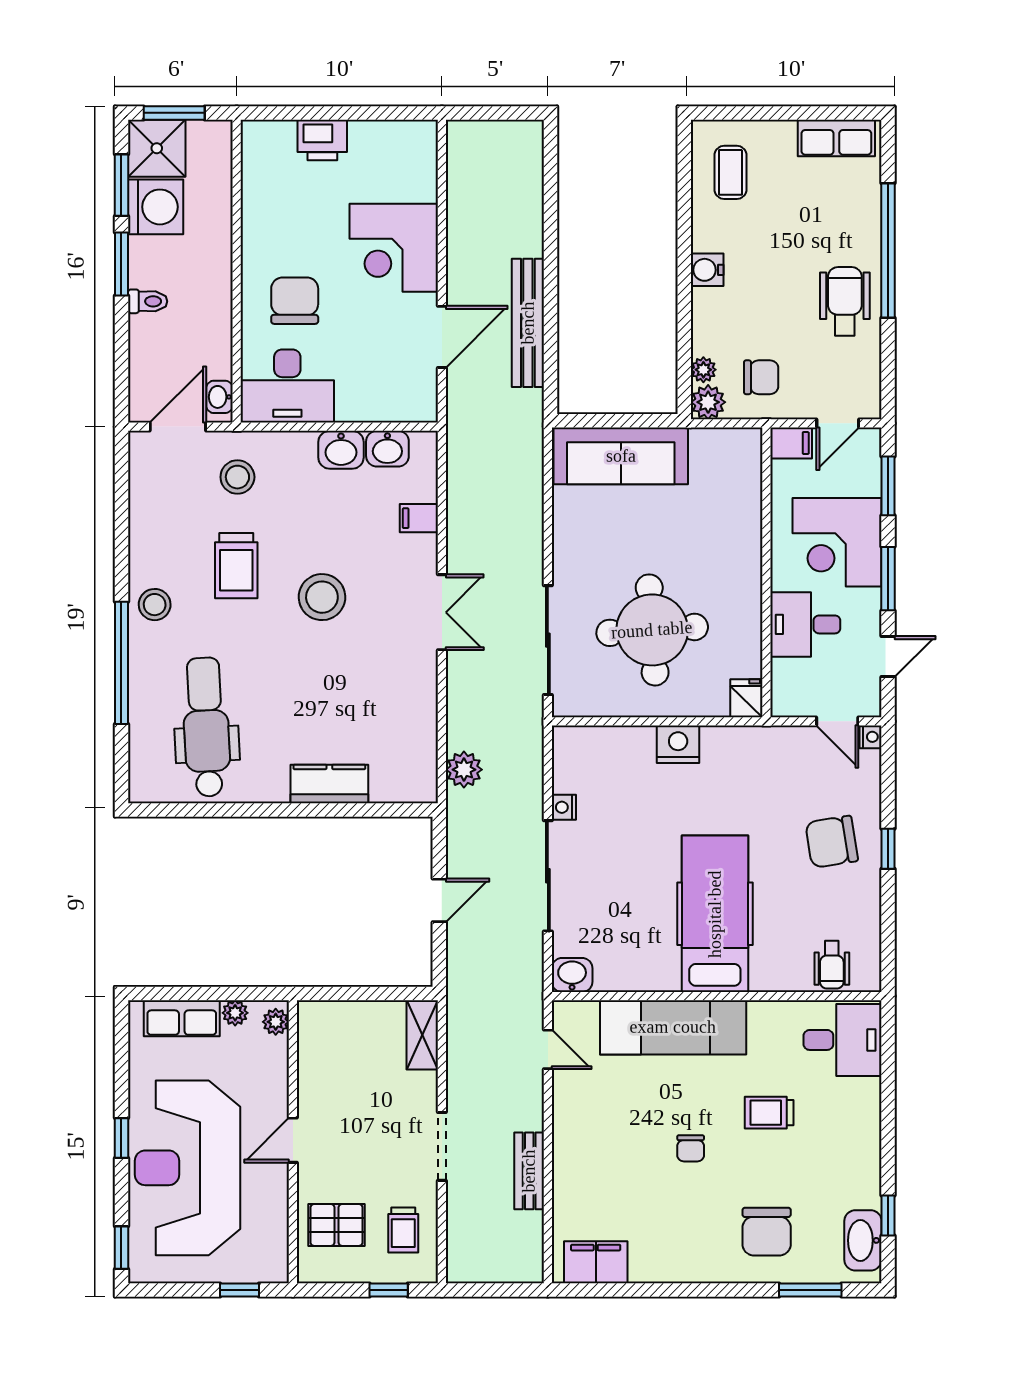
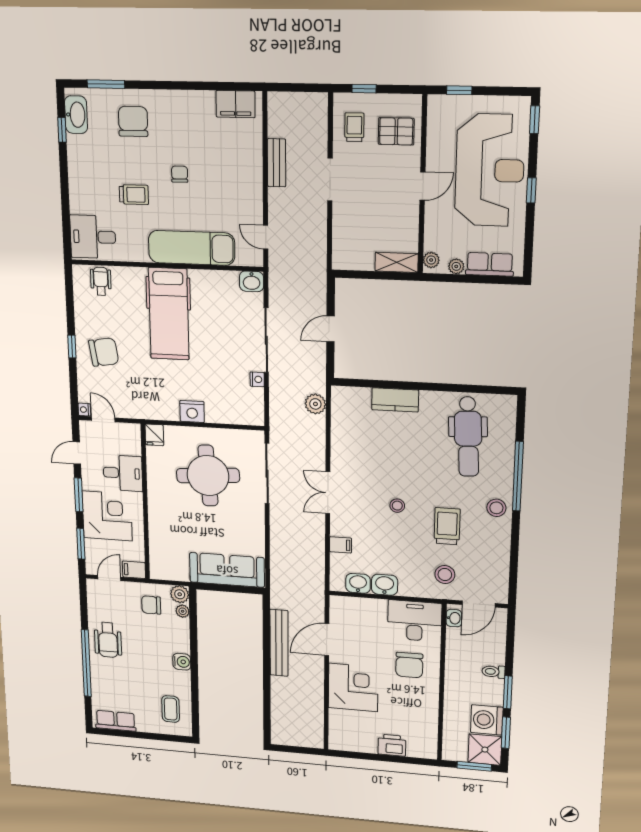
stool: (322, 597) -> (397, 506), width x0.53, depth x0.53
shelving: (422, 1035) -> (397, 262), moved, turned 90

